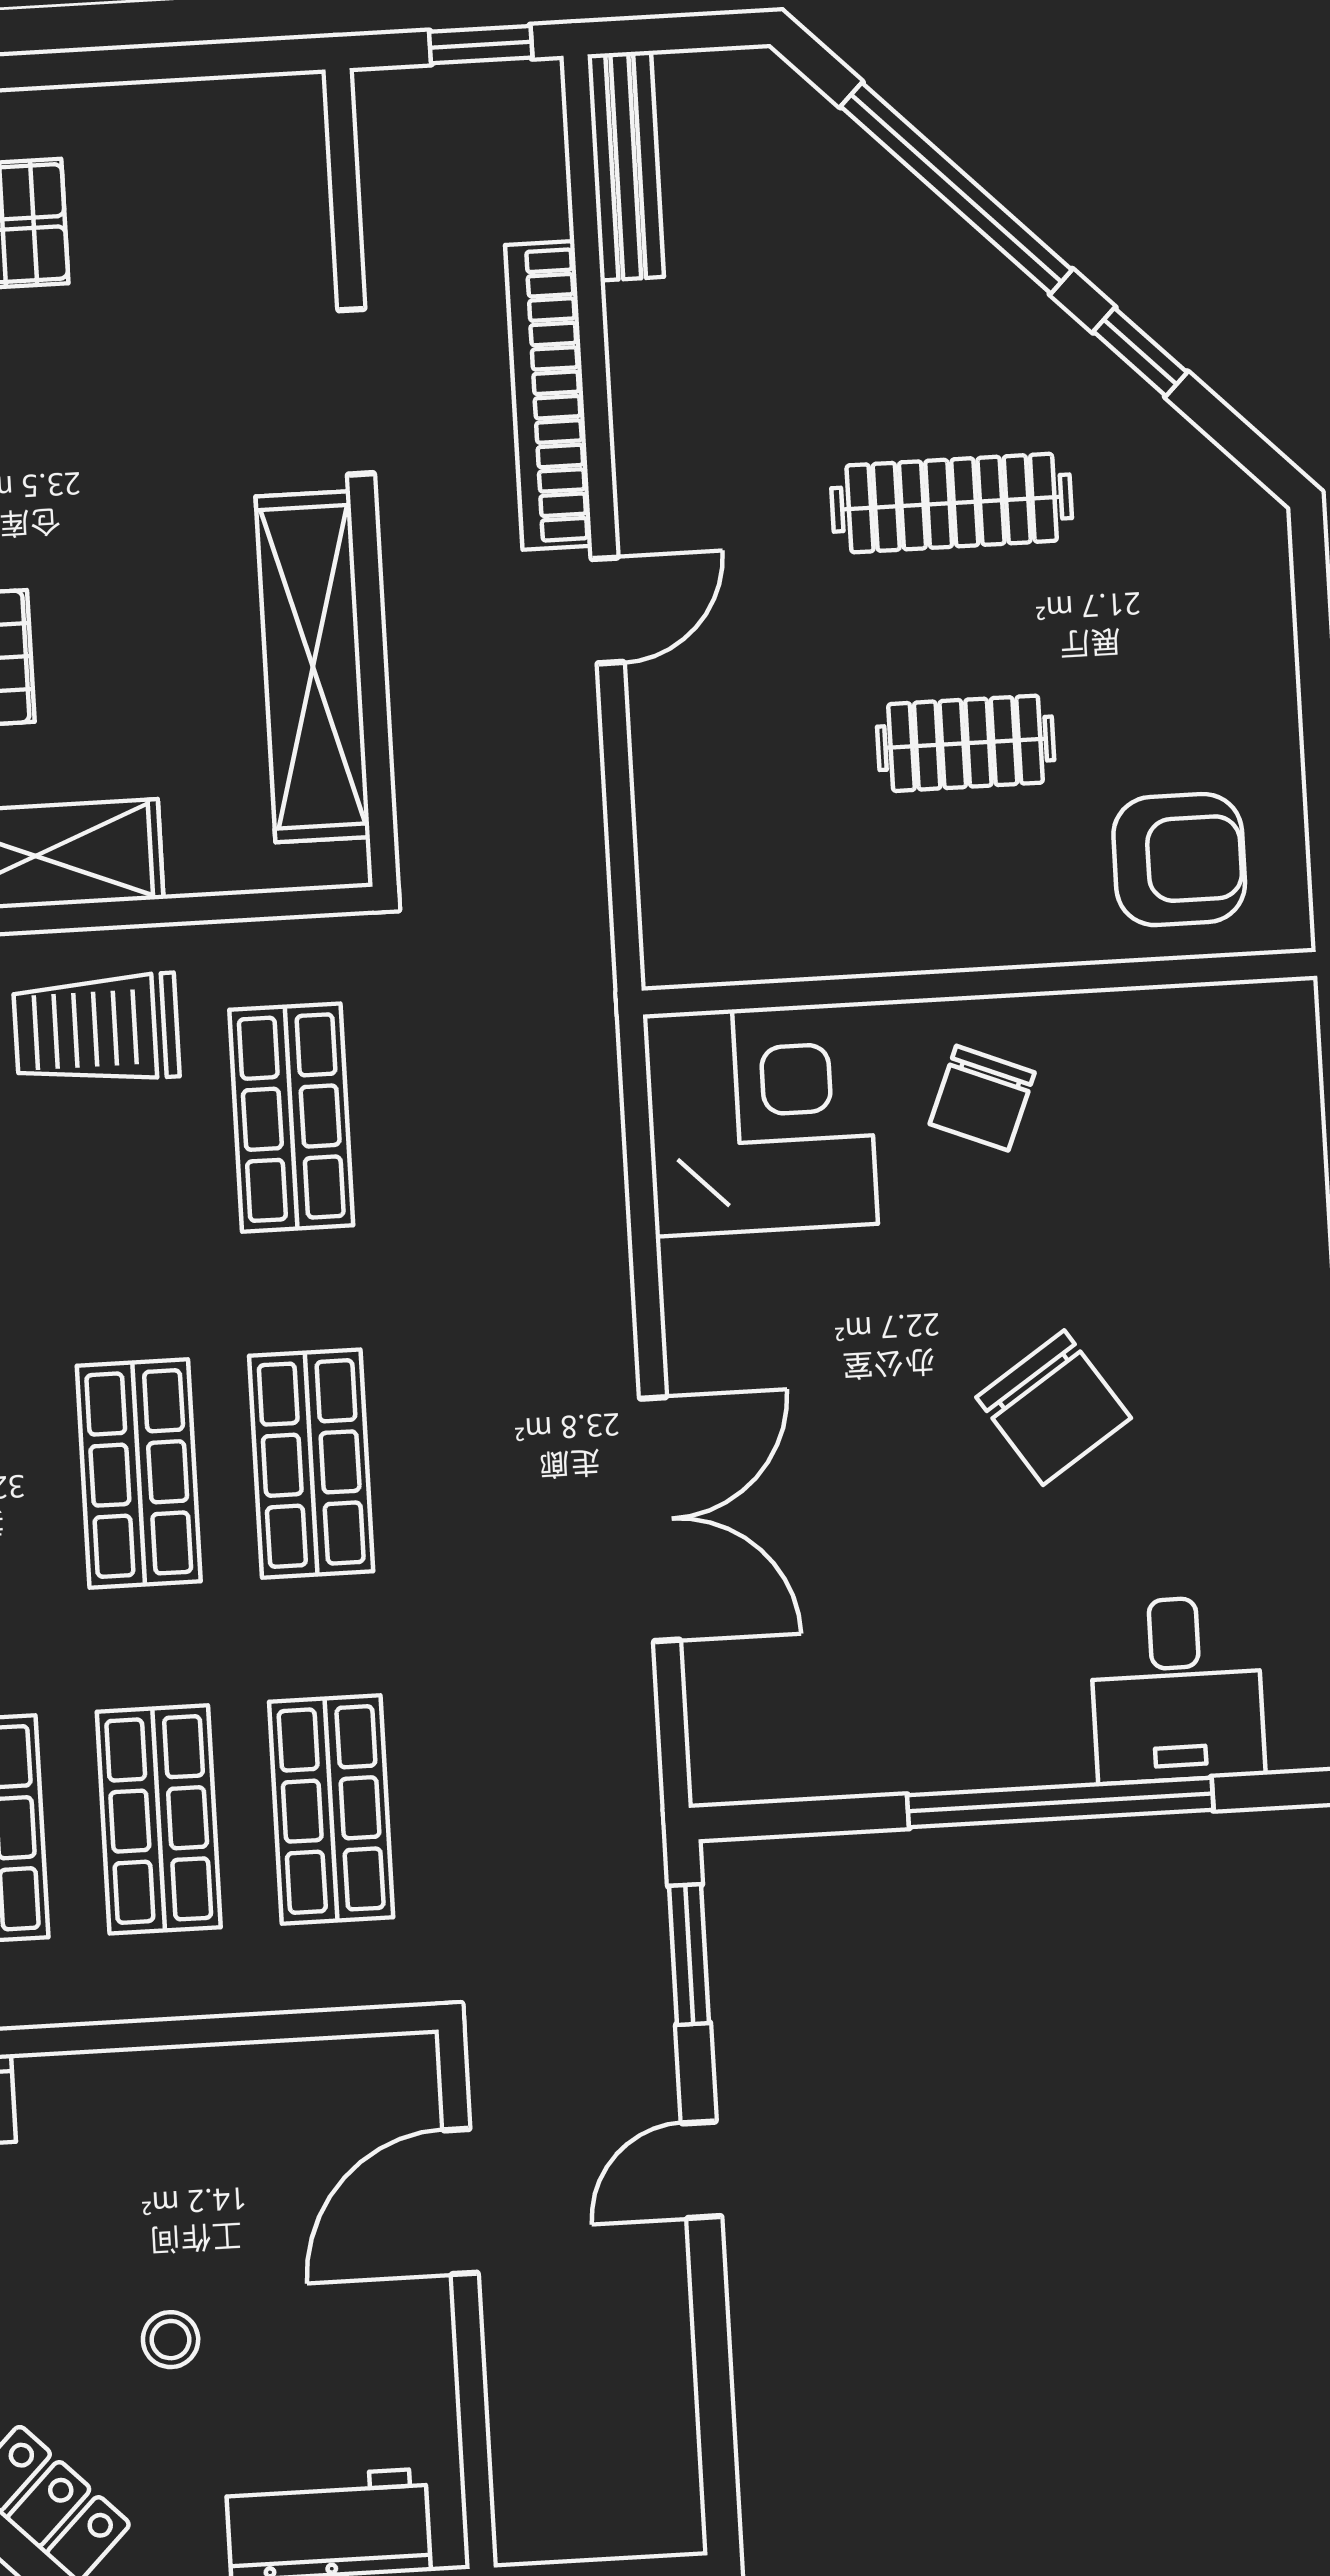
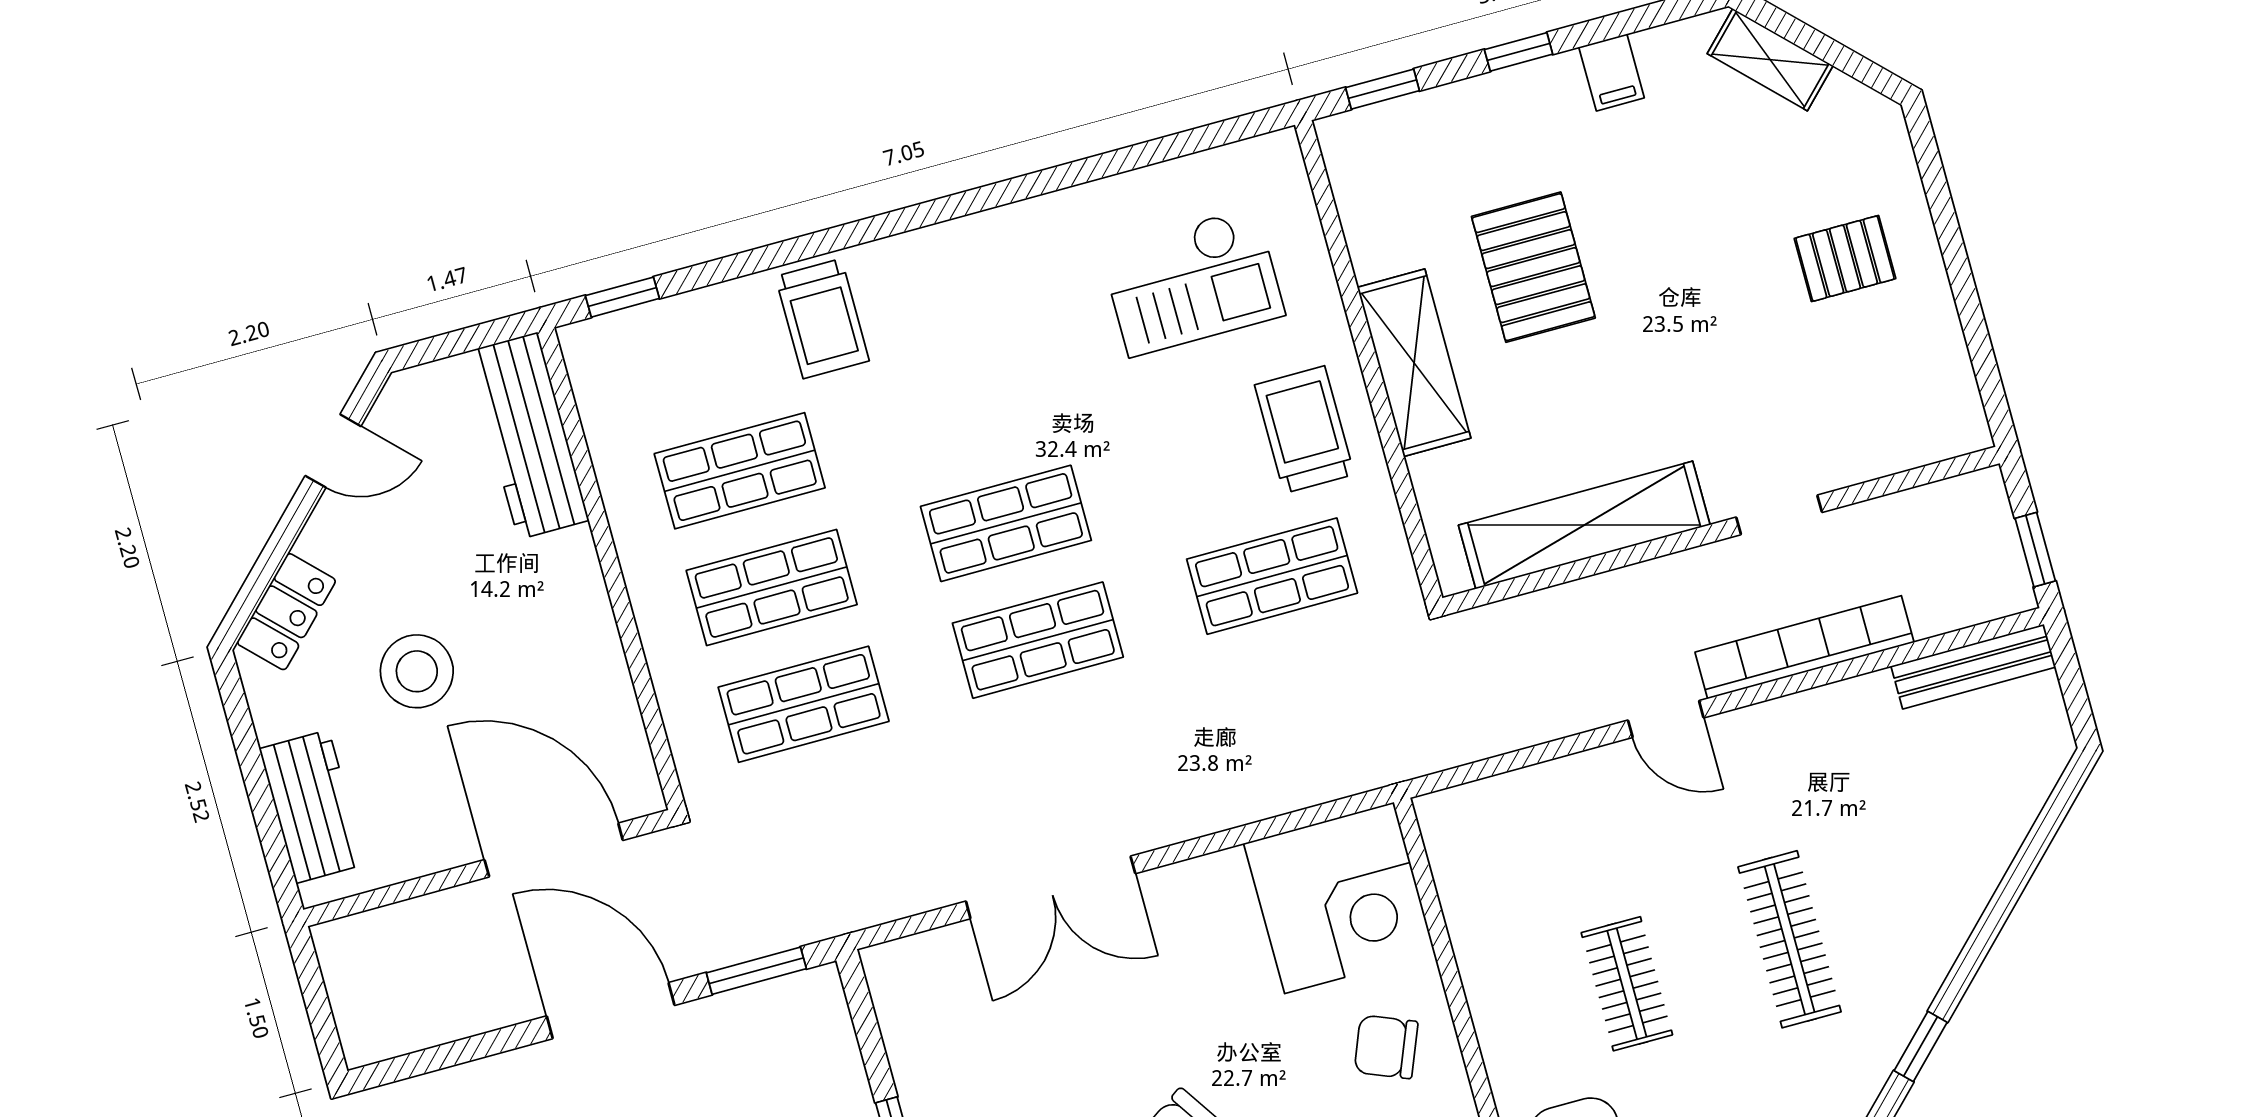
window: (956, 188) -> (2006, 897), removed
doorway: (356, 392) -> (1779, 515), width x0.73
door: (701, 2170) -> (611, 1011), width x1.87
door: (460, 2202) -> (554, 850), width x1.36
stool: (171, 2340) -> (417, 671), width x1.89, depth x1.89

